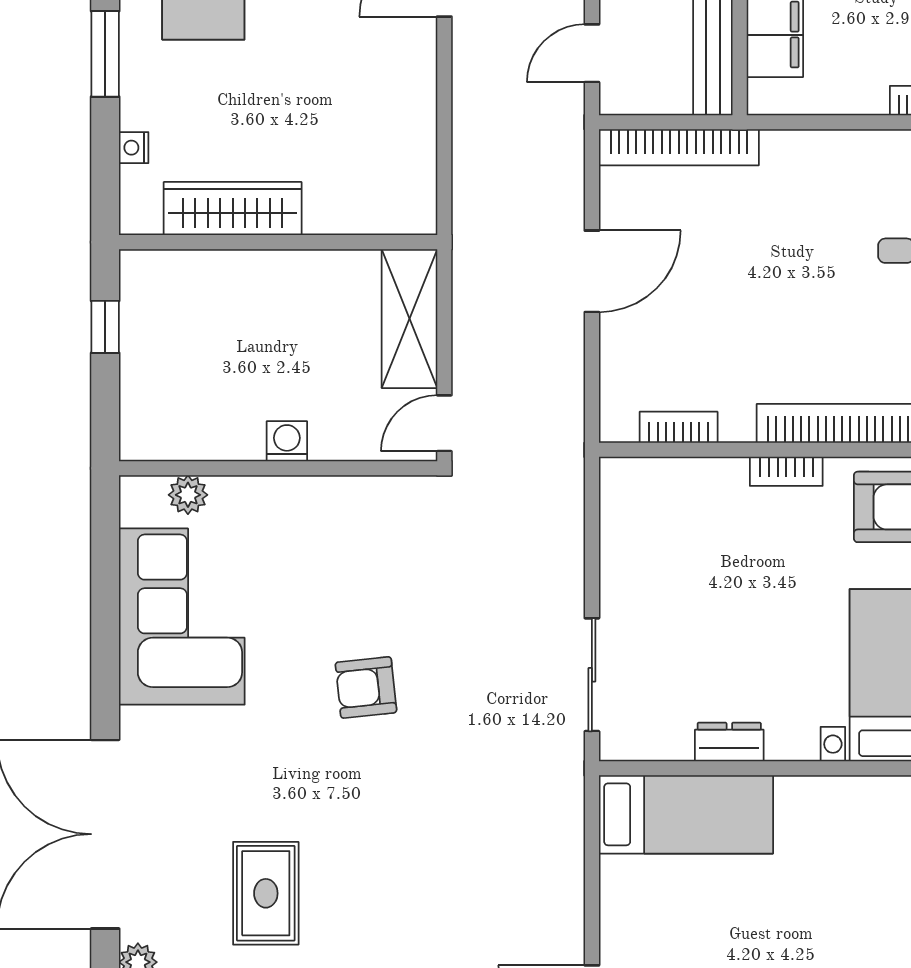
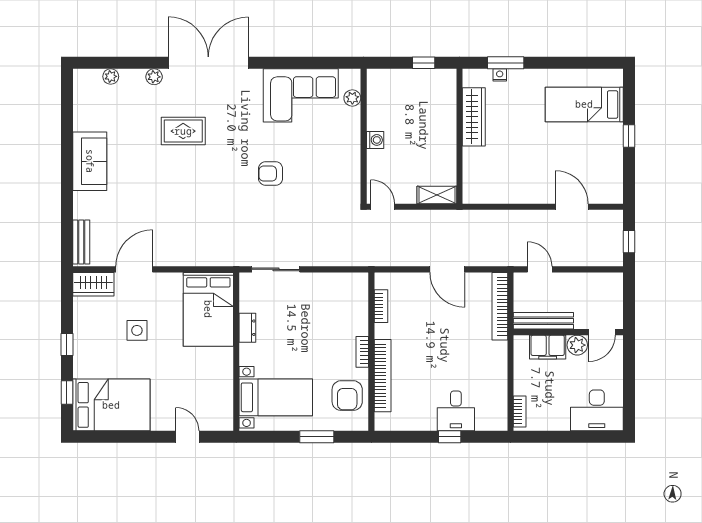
window: (105, 54) -> (506, 63), moved
shelving: (410, 319) -> (437, 195), width x0.67, depth x0.75
armchair: (366, 687) -> (271, 174), turned -84
bed: (686, 814) -> (208, 309), width x1.50

